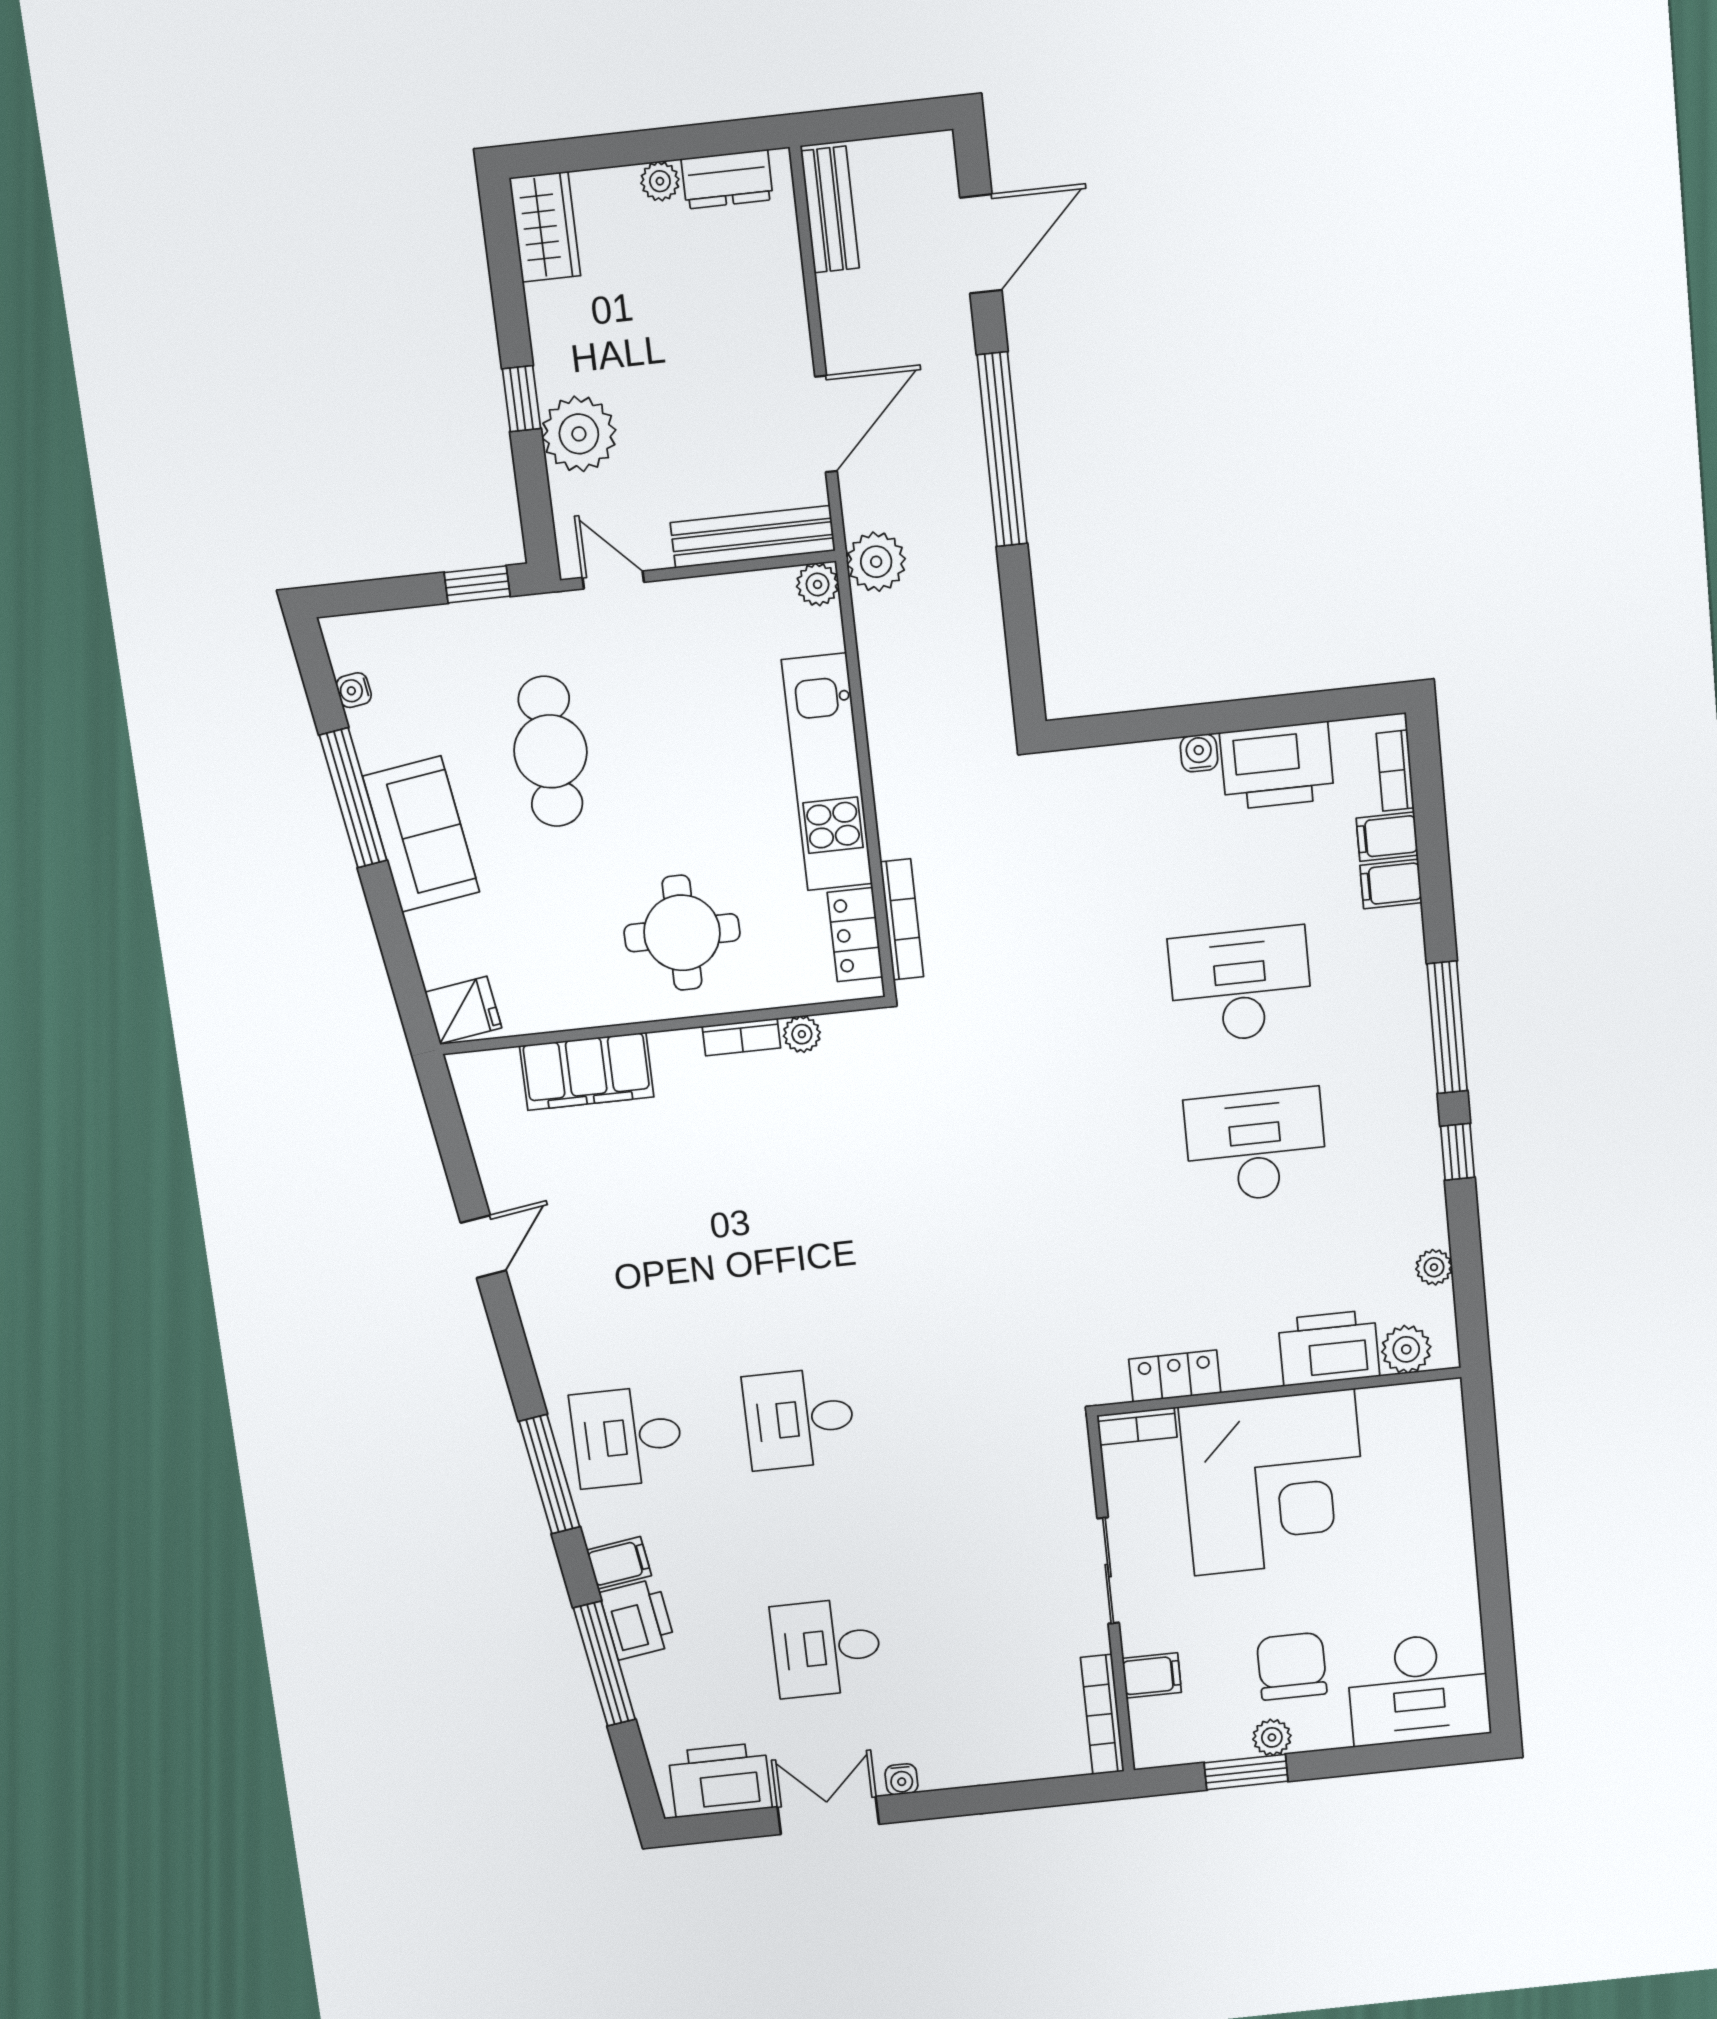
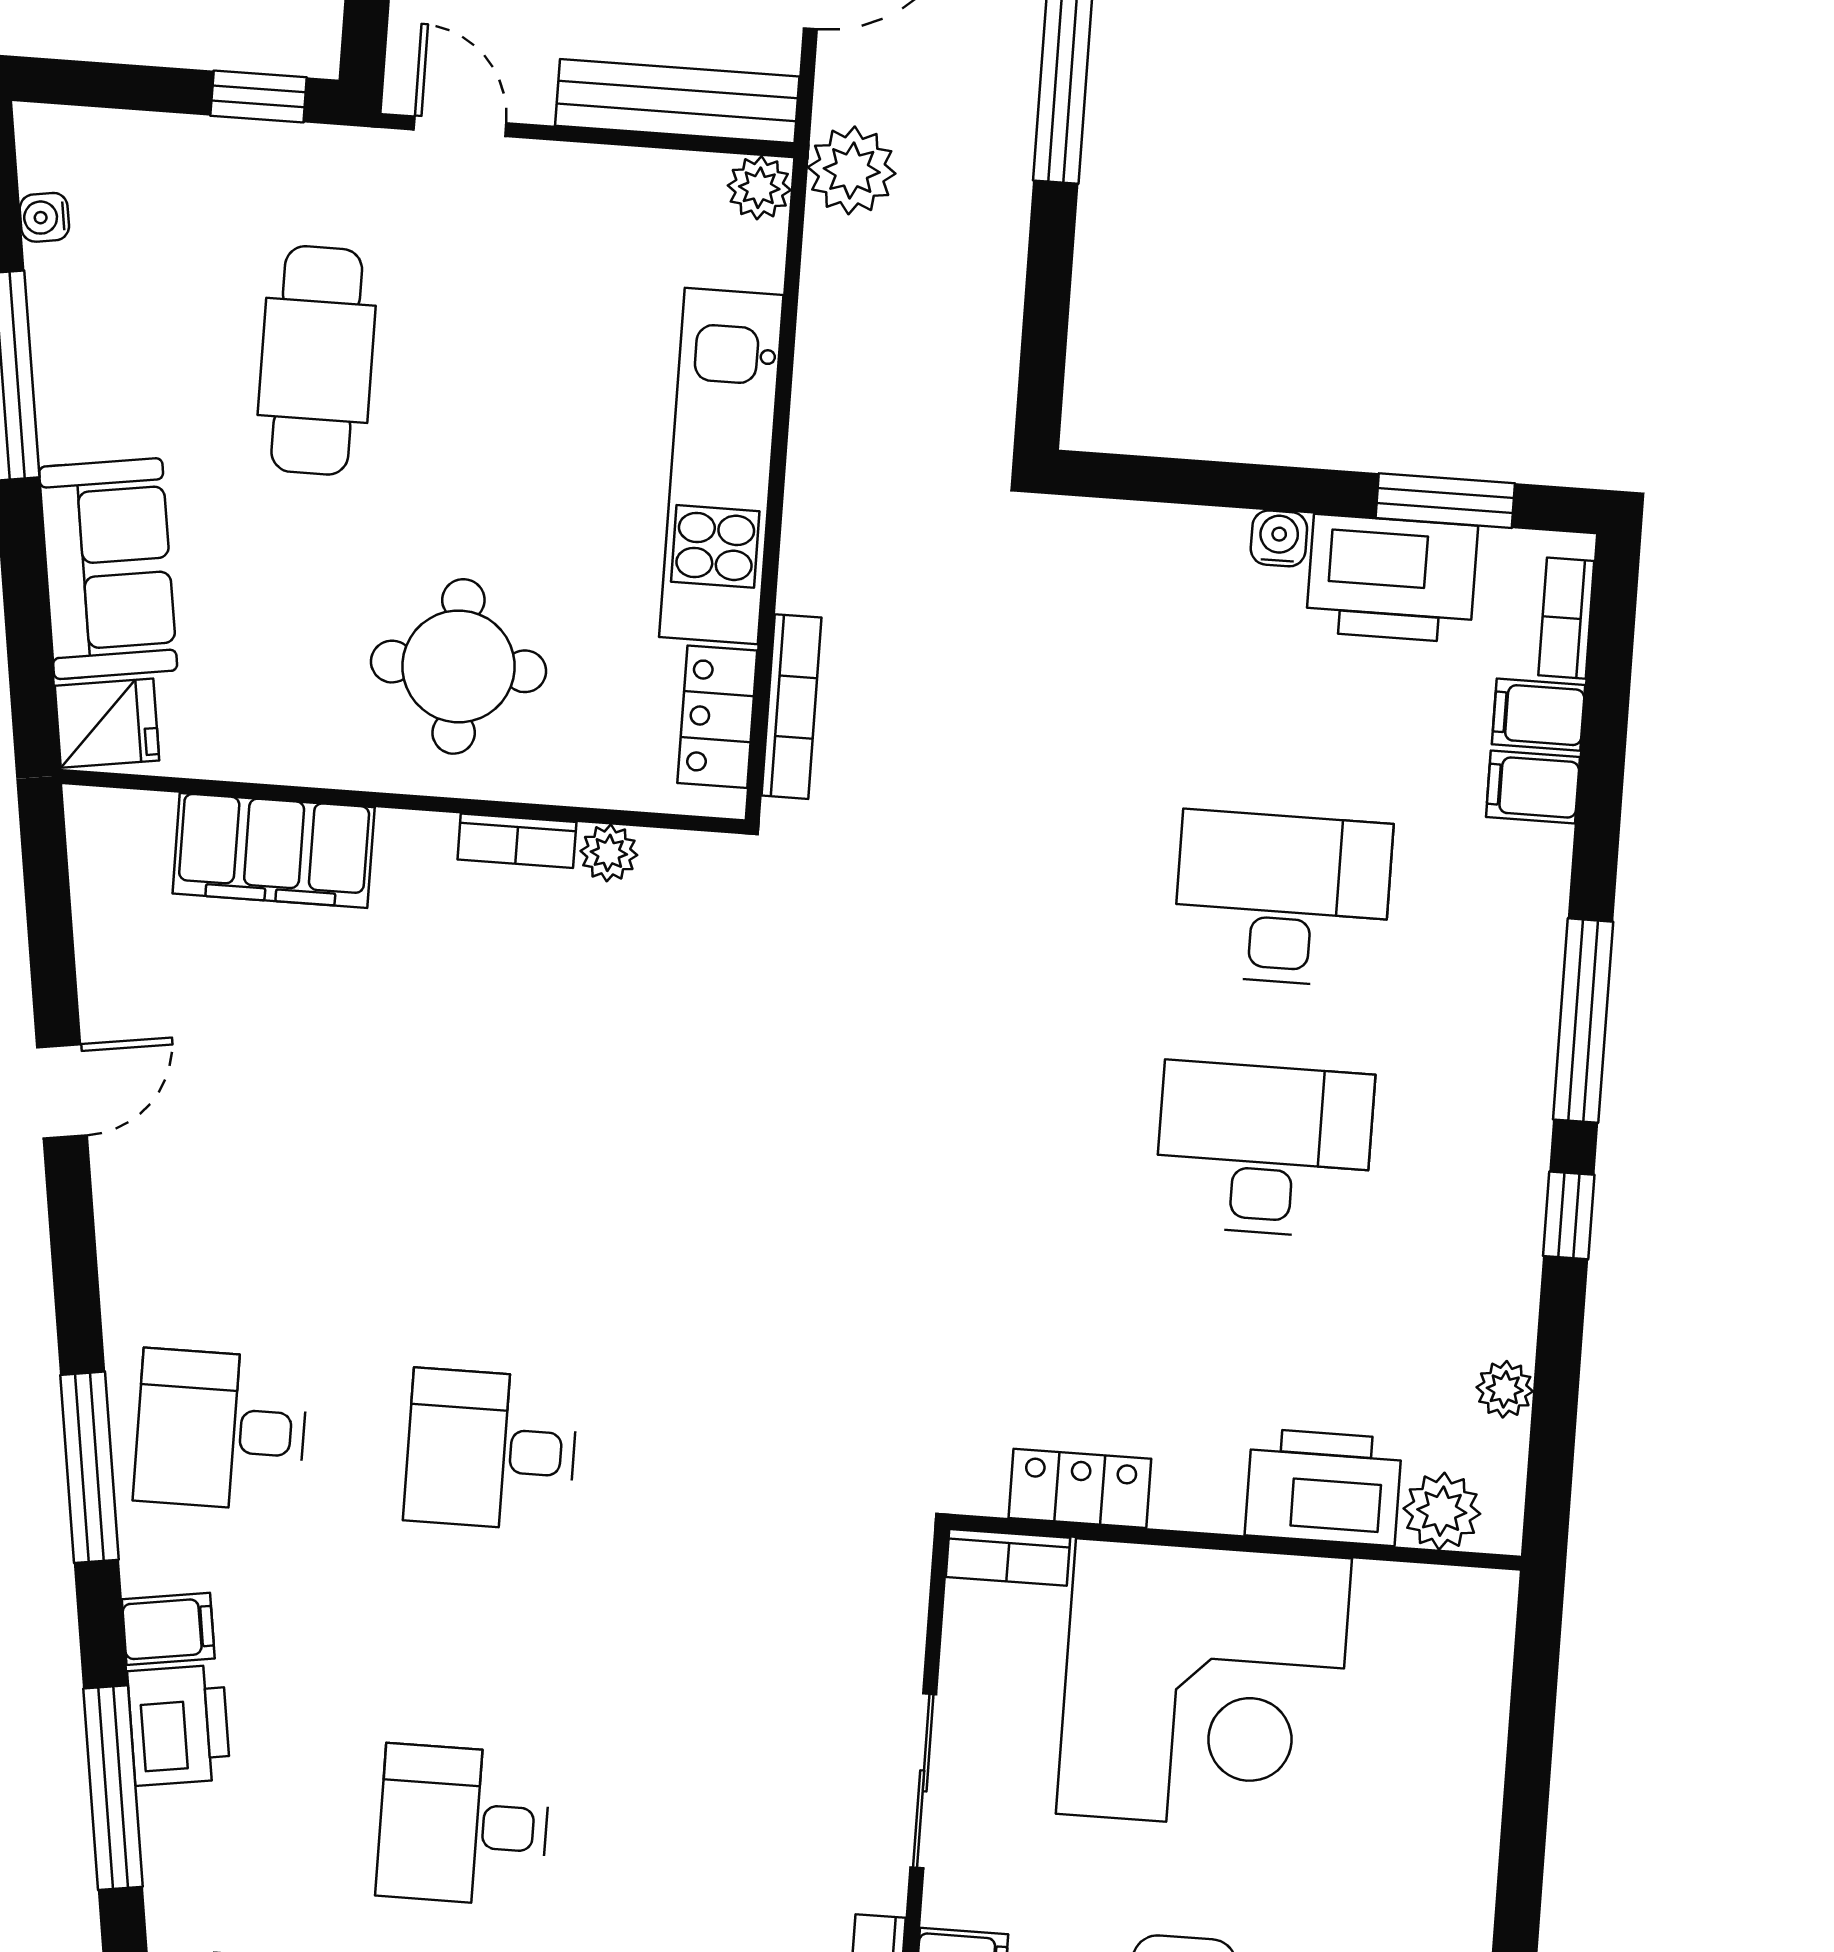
window: (1304, 708) -> (1445, 501), added
sofa: (421, 834) -> (108, 569), moved

